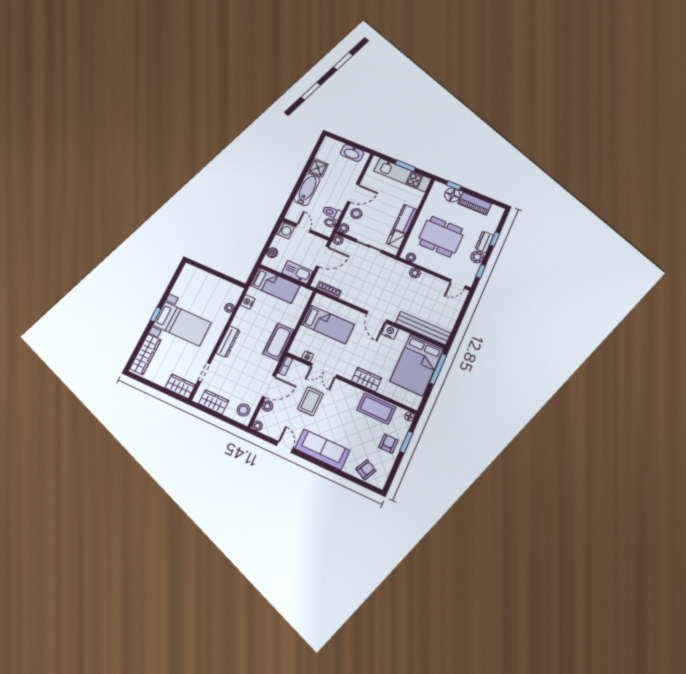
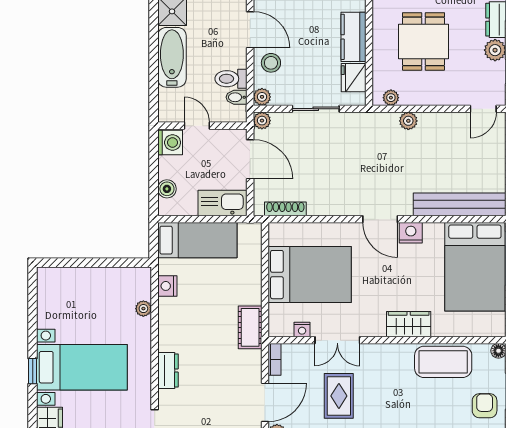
door: (353, 193) -> (250, 30), hinge flipped
dining table: (441, 237) -> (423, 41), width x0.73
door: (322, 256) -> (250, 159), hinge flipped
bed: (328, 324) -> (310, 275), width x1.50
dresser: (228, 342) -> (168, 371), width x0.70
cot: (278, 342) -> (250, 327), width x0.73, depth x0.75

